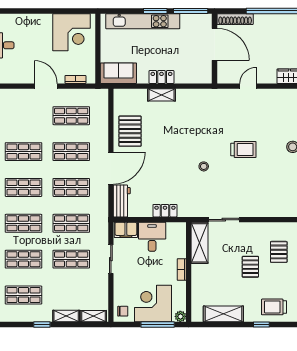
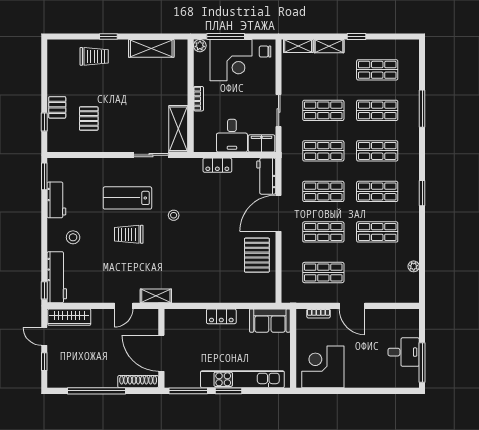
shelving: (161, 95) -> (156, 296), moved
lab bench: (245, 182) -> (127, 198), added
pallet: (250, 267) -> (121, 102), removed

